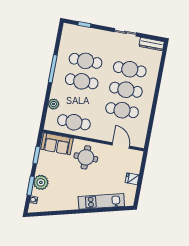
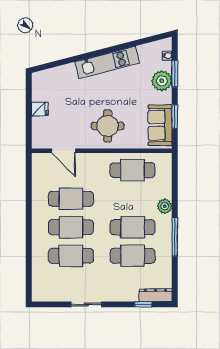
dresser: (152, 44) -> (155, 295), moved
plant: (54, 104) -> (165, 206), moved
sofa: (57, 144) -> (160, 125), moved, turned -90
kitchen unit: (101, 201) -> (107, 62), moved

